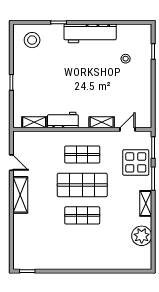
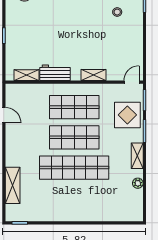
door: (128, 129) -> (132, 82), moved
shop shelf: (82, 155) -> (74, 107), width x1.43, depth x1.36
shelving: (20, 195) -> (13, 185), moved
shop shelf: (82, 215) -> (74, 168), width x2.00, depth x1.36
plant: (142, 236) -> (138, 183), width x0.53, depth x0.53

